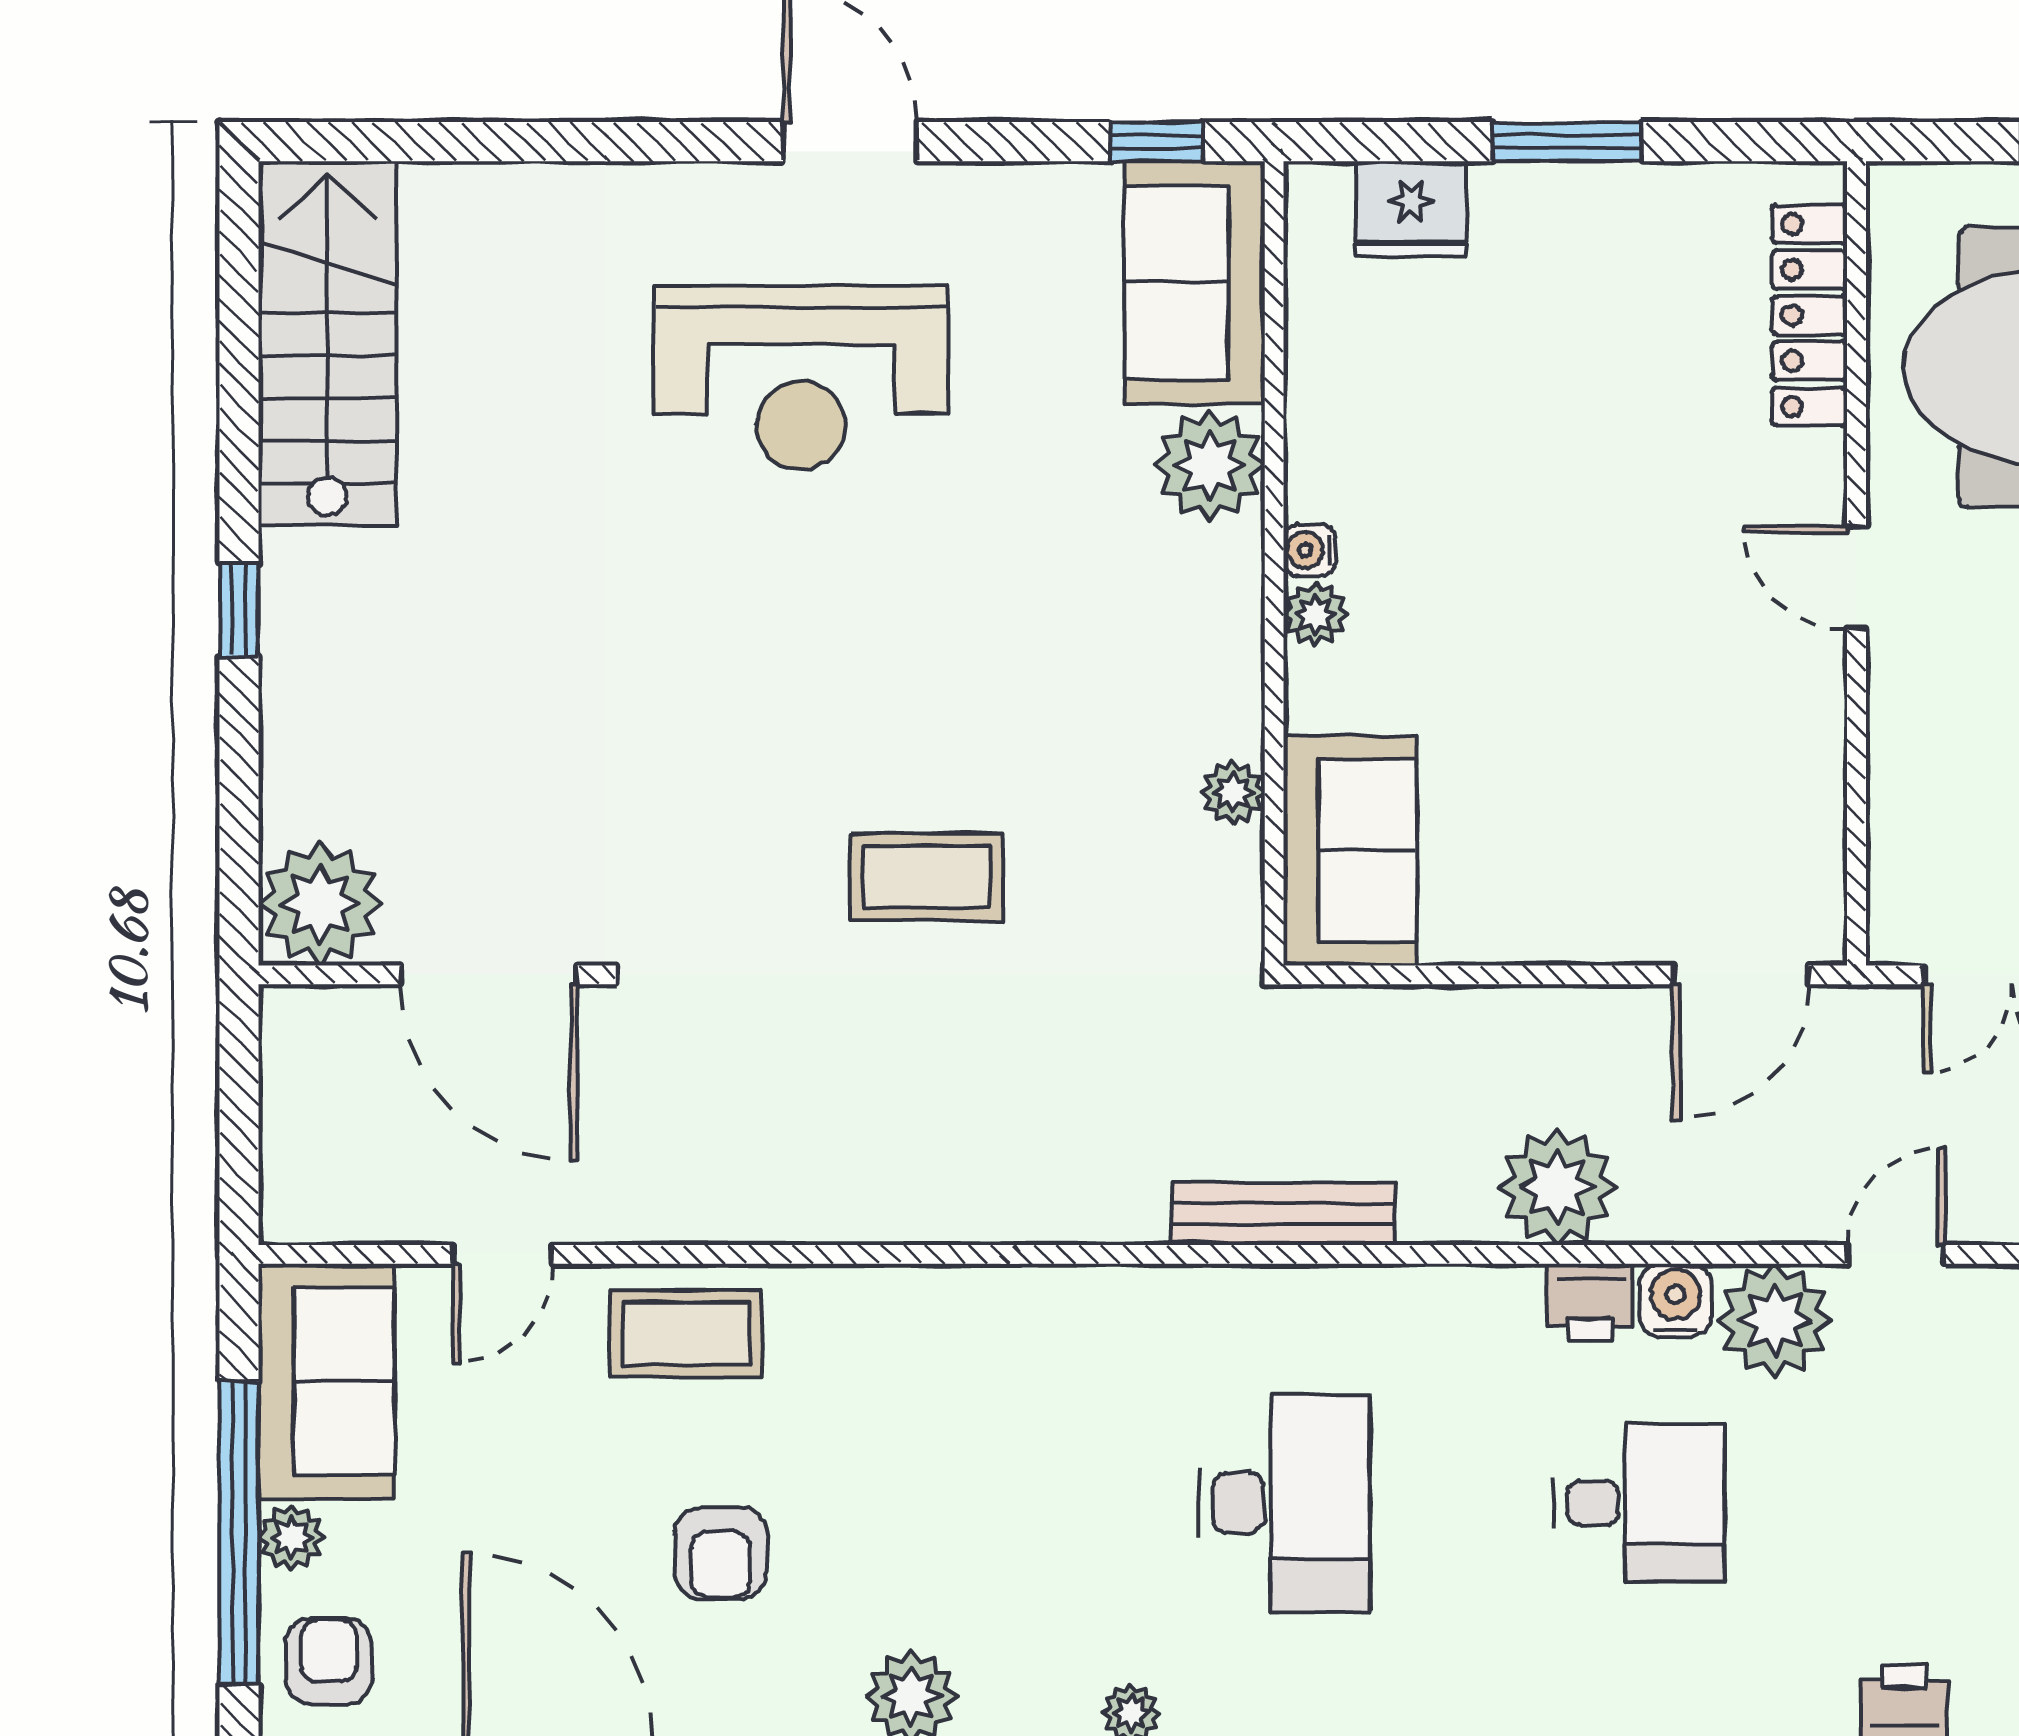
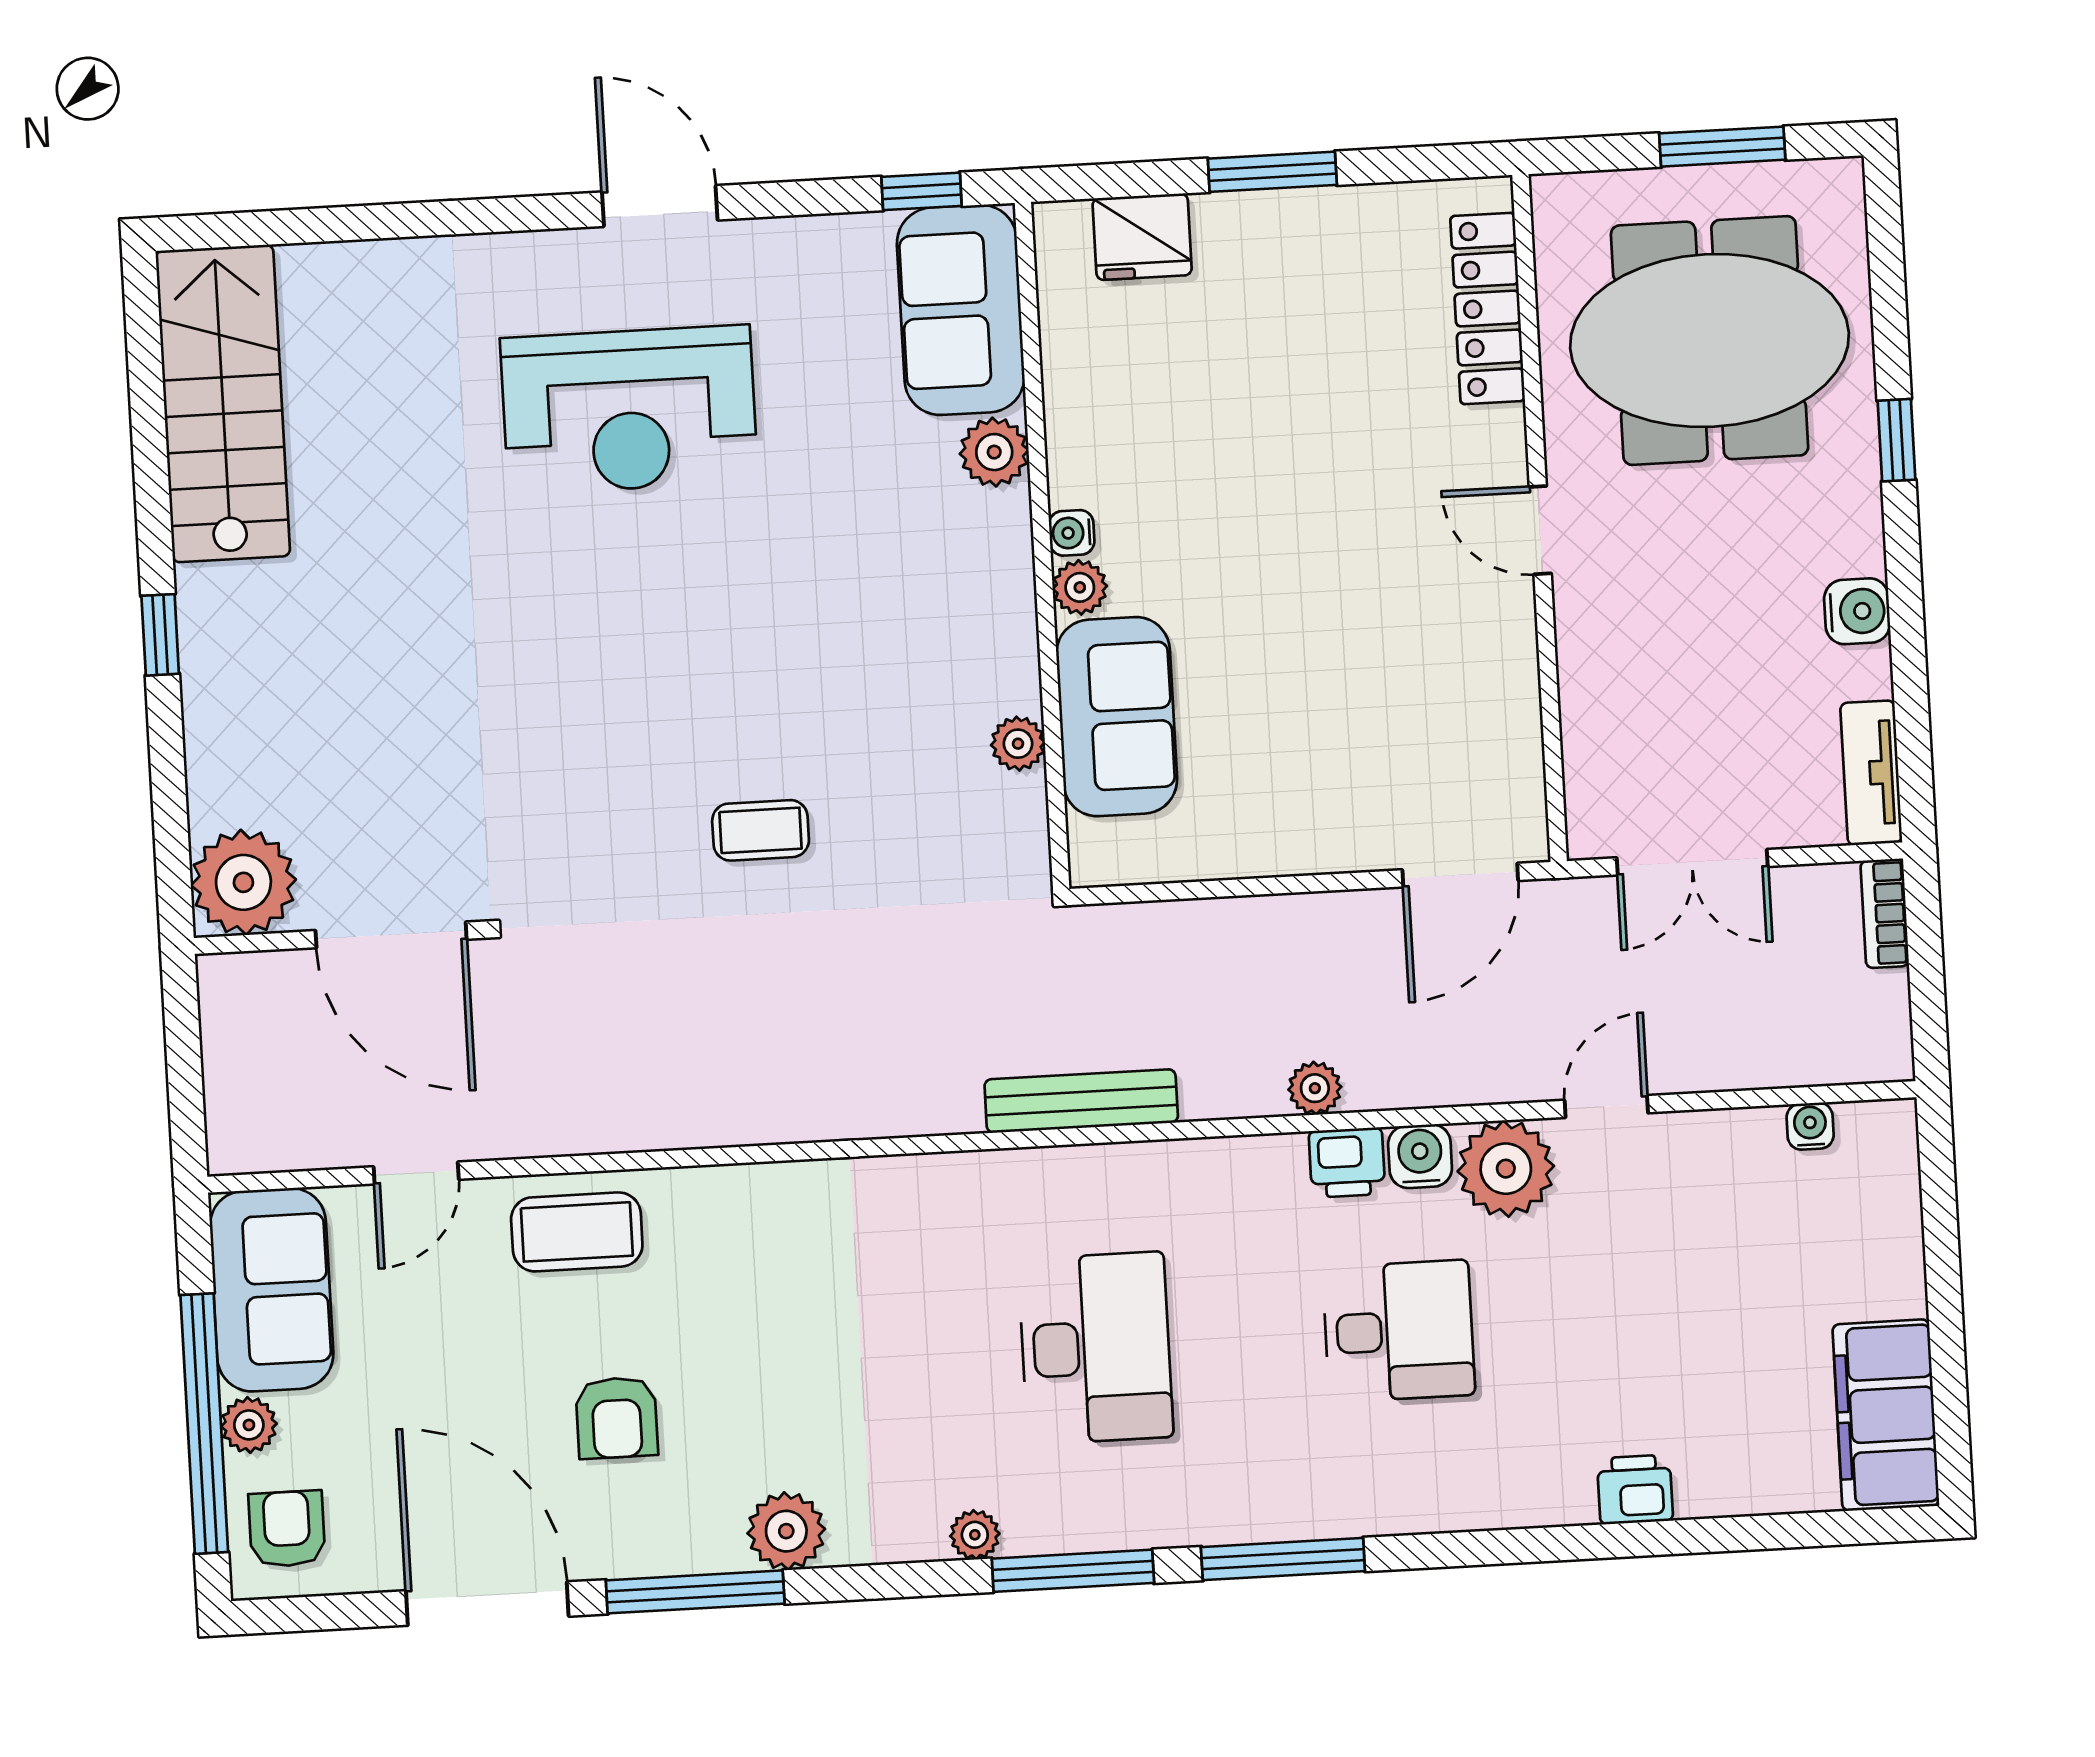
plant: (1210, 465) -> (994, 452), width x0.73, depth x0.73
sofa: (1350, 850) -> (1117, 717), moved
coffee table: (927, 877) -> (761, 830), width x0.73, depth x0.77
plant: (1557, 1187) -> (1315, 1088), width x0.53, depth x0.53

